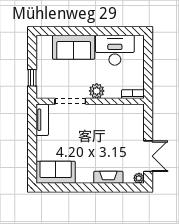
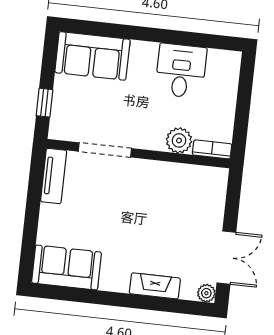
sofa: (74, 47) -> (92, 56), moved
desk: (115, 50) -> (181, 71), width x0.73
plant: (97, 91) -> (179, 140), moved

